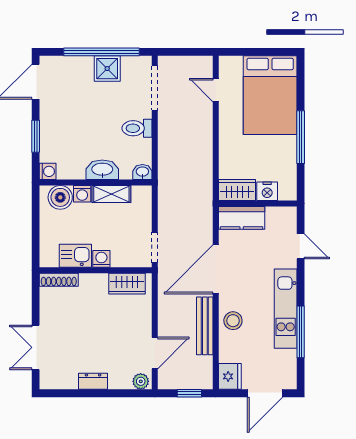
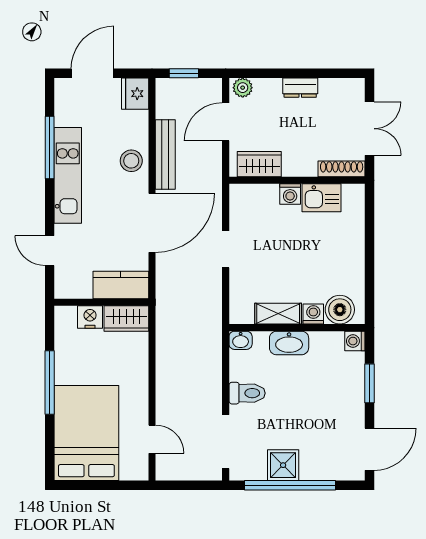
kitchen sink: (75, 256) -> (322, 198), moved
washing machine: (101, 259) -> (290, 194), moved
wall: (96, 270) -> (297, 180), moved
shoe rack: (59, 280) -> (342, 169), moved
wardrobe: (127, 284) -> (259, 164), moved

